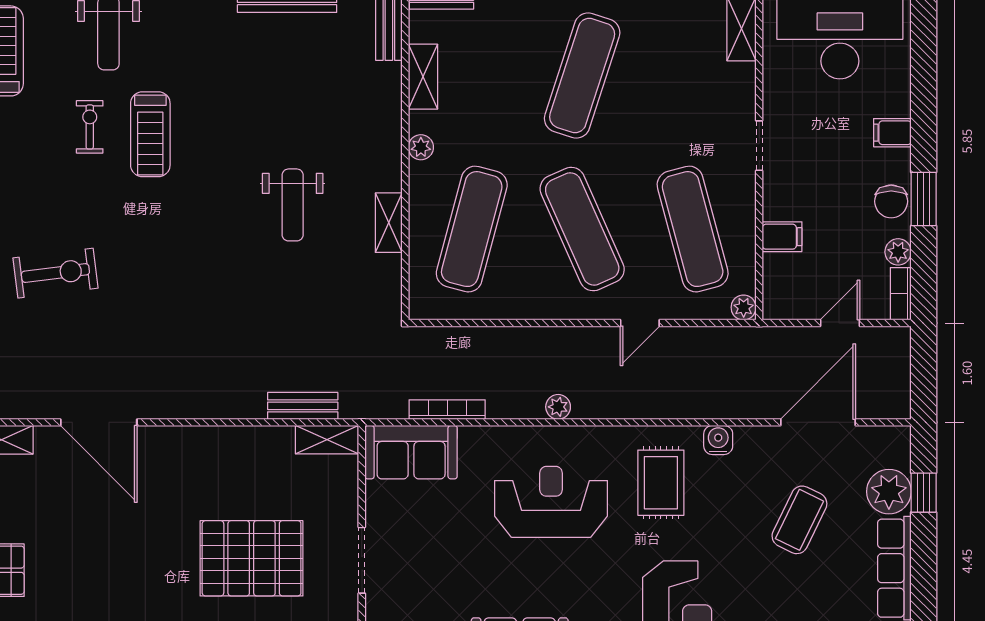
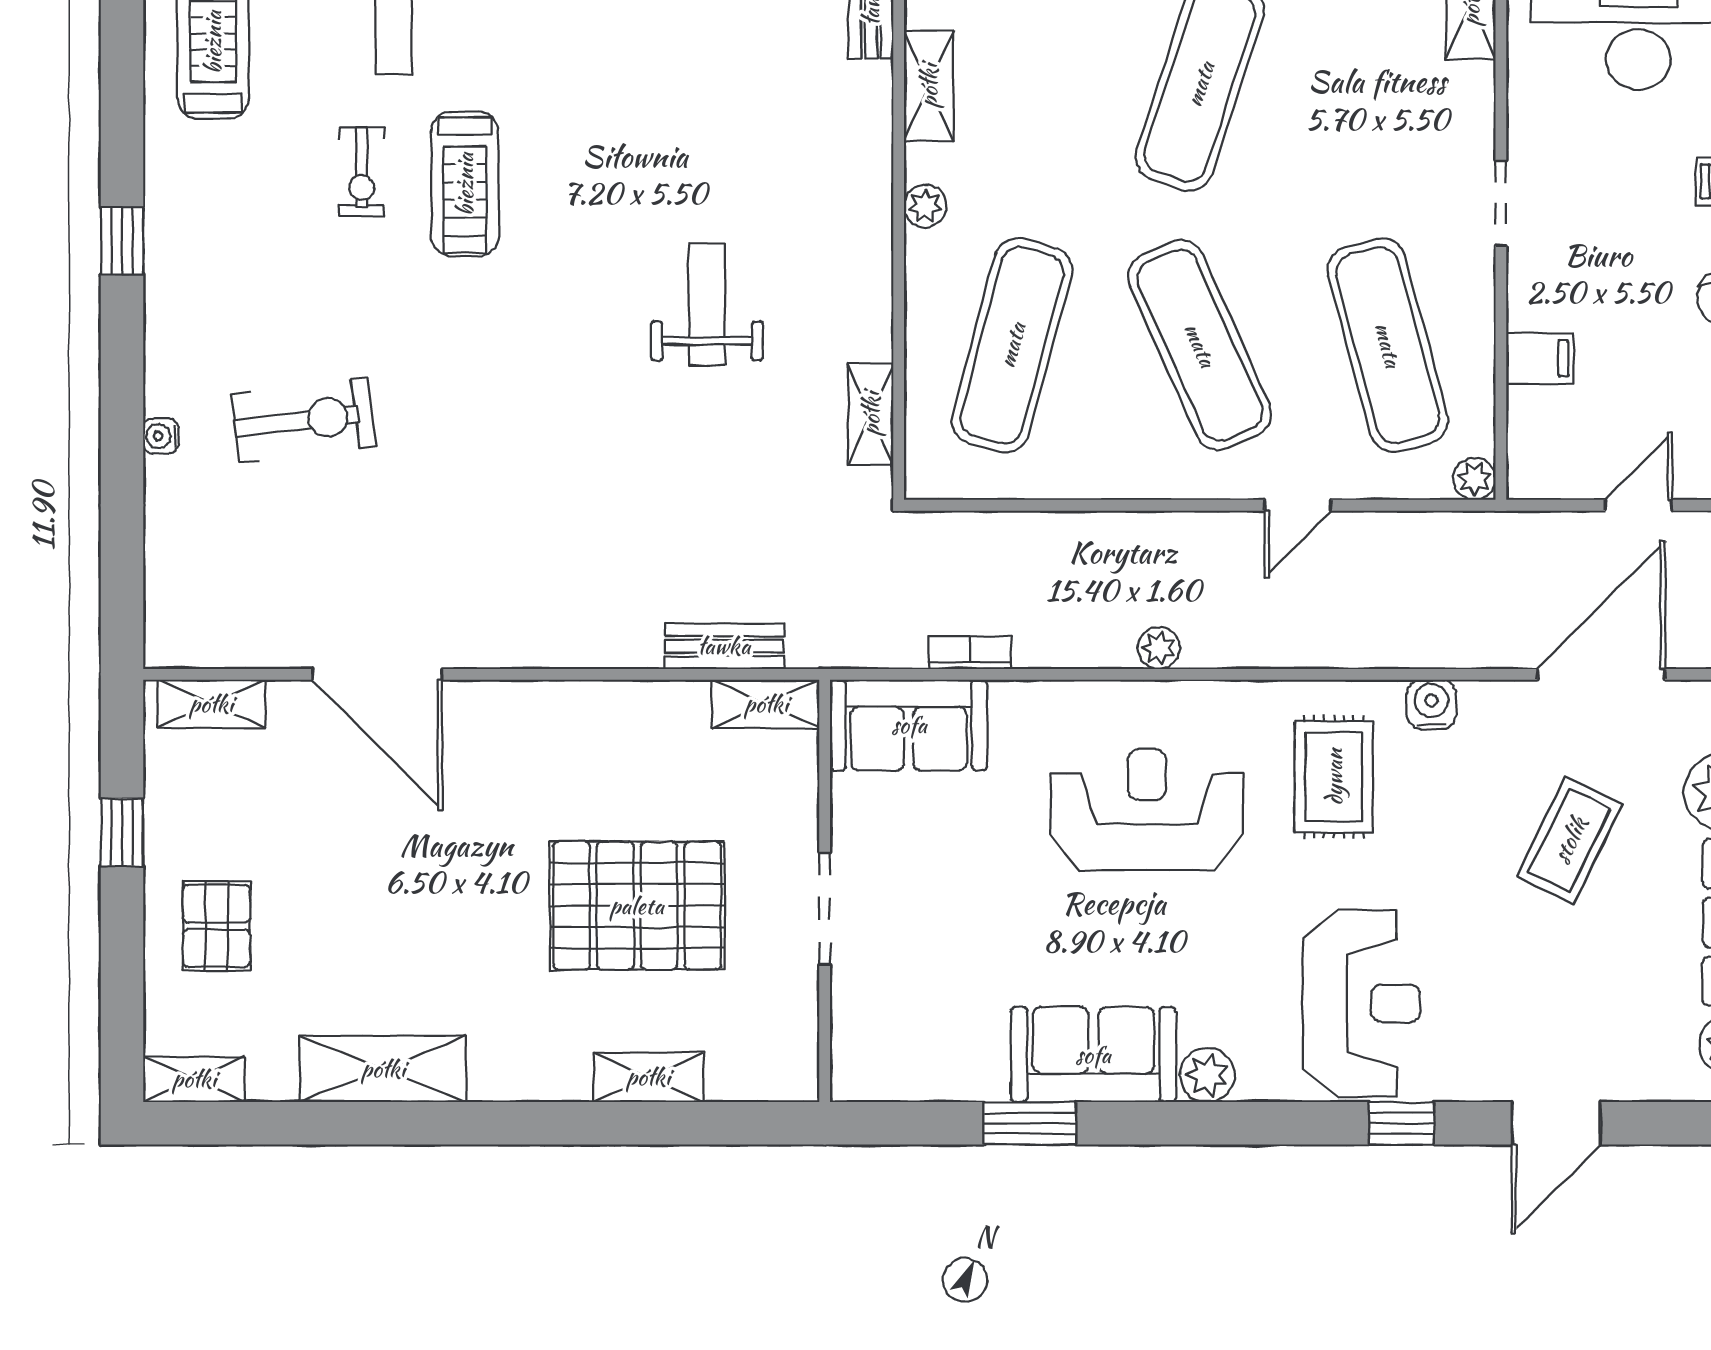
exercise bike: (90, 127) -> (362, 171), turned 180
weight bench: (293, 205) -> (707, 304), turned 180
shelving: (389, 223) -> (871, 414), moved
bookcase: (447, 410) -> (970, 652), width x0.64

